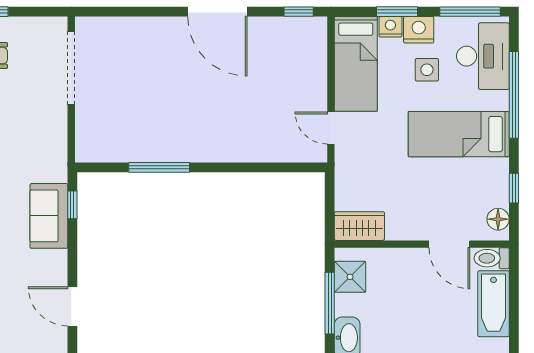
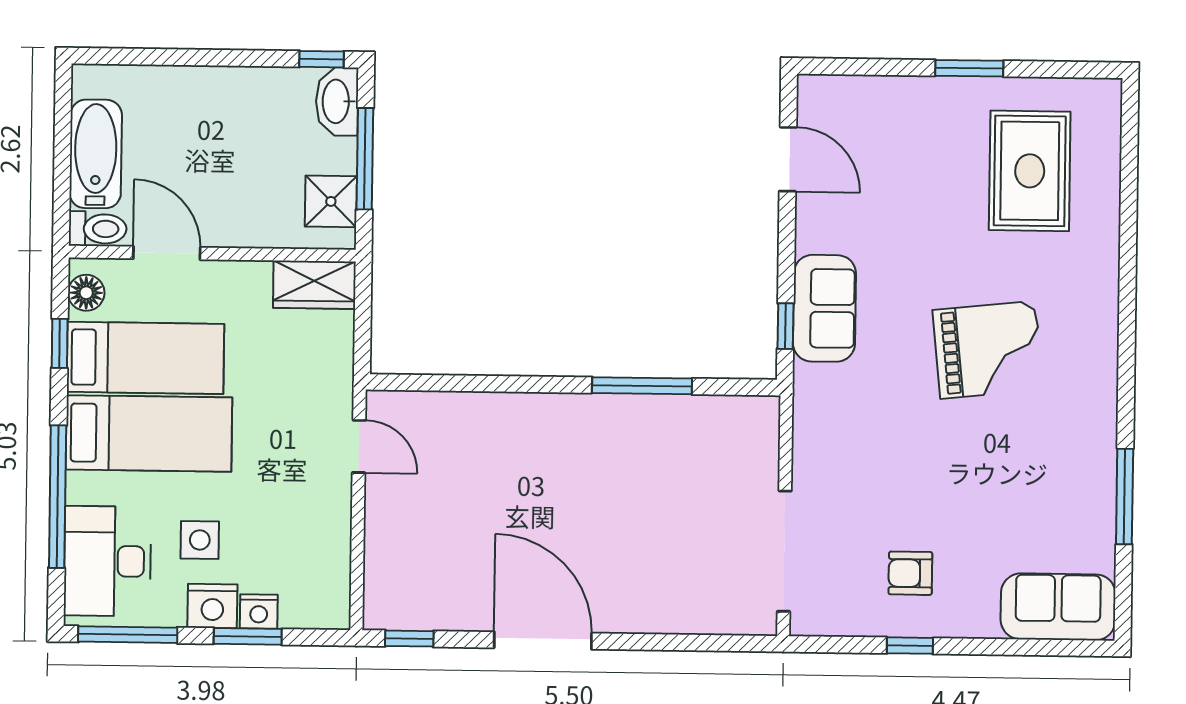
bed: (356, 64) -> (145, 358), moved, turned 90

